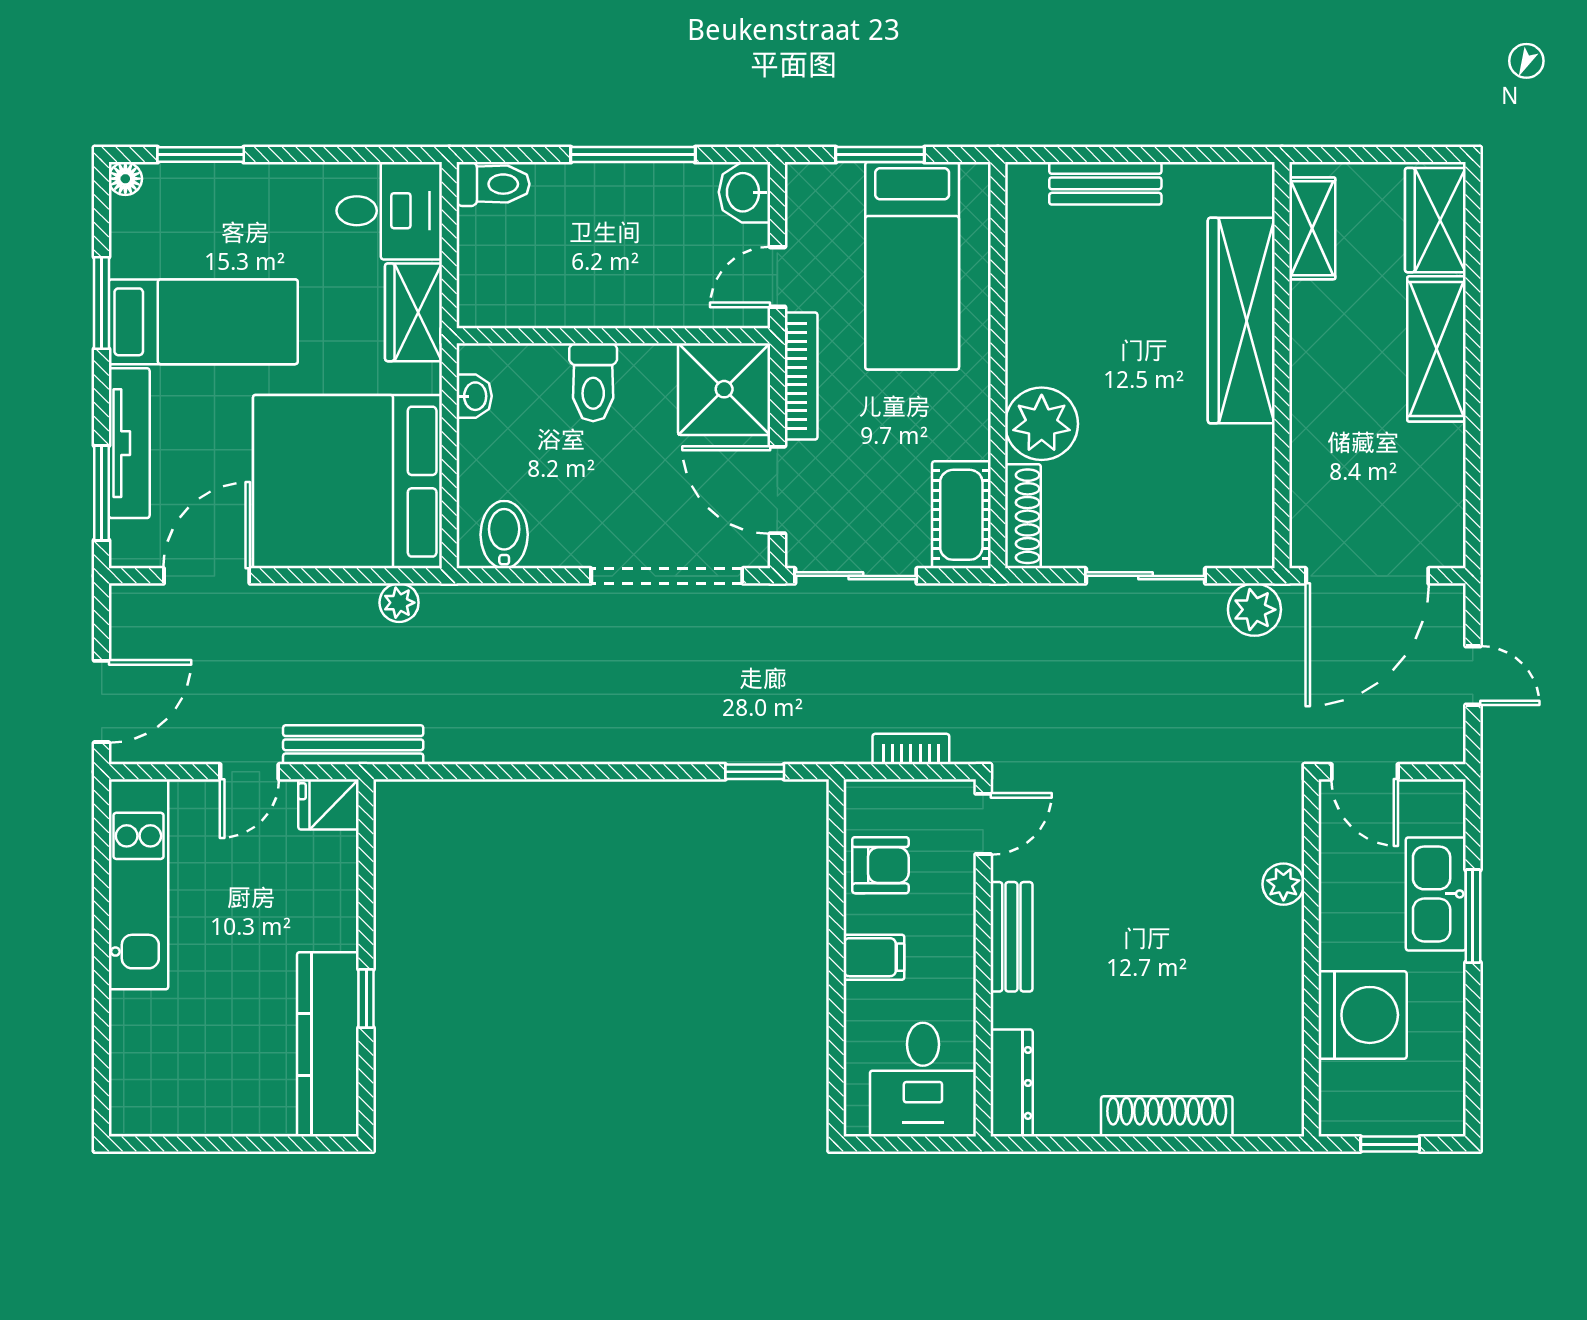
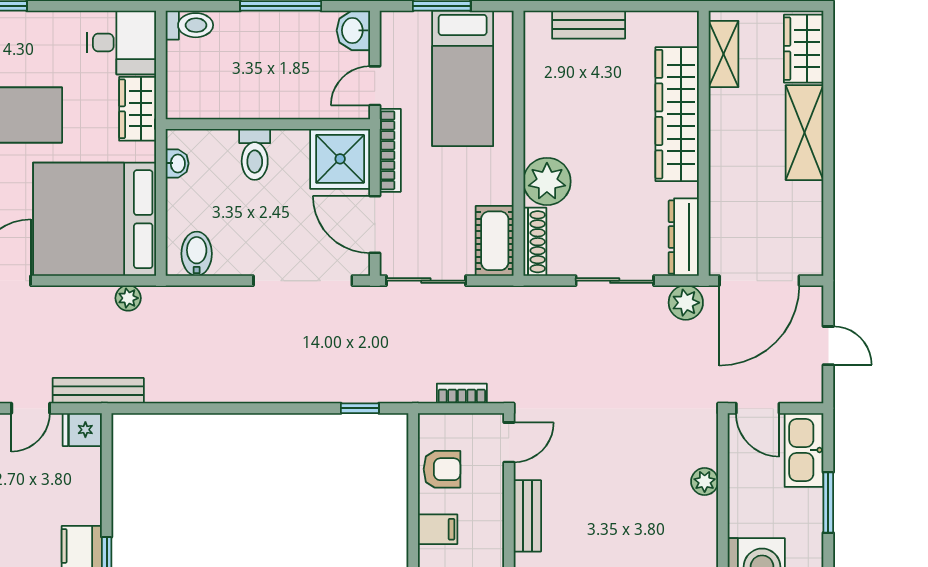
dresser: (1251, 509) -> (684, 237), added
kitchen sink: (1436, 894) -> (804, 450), moved

